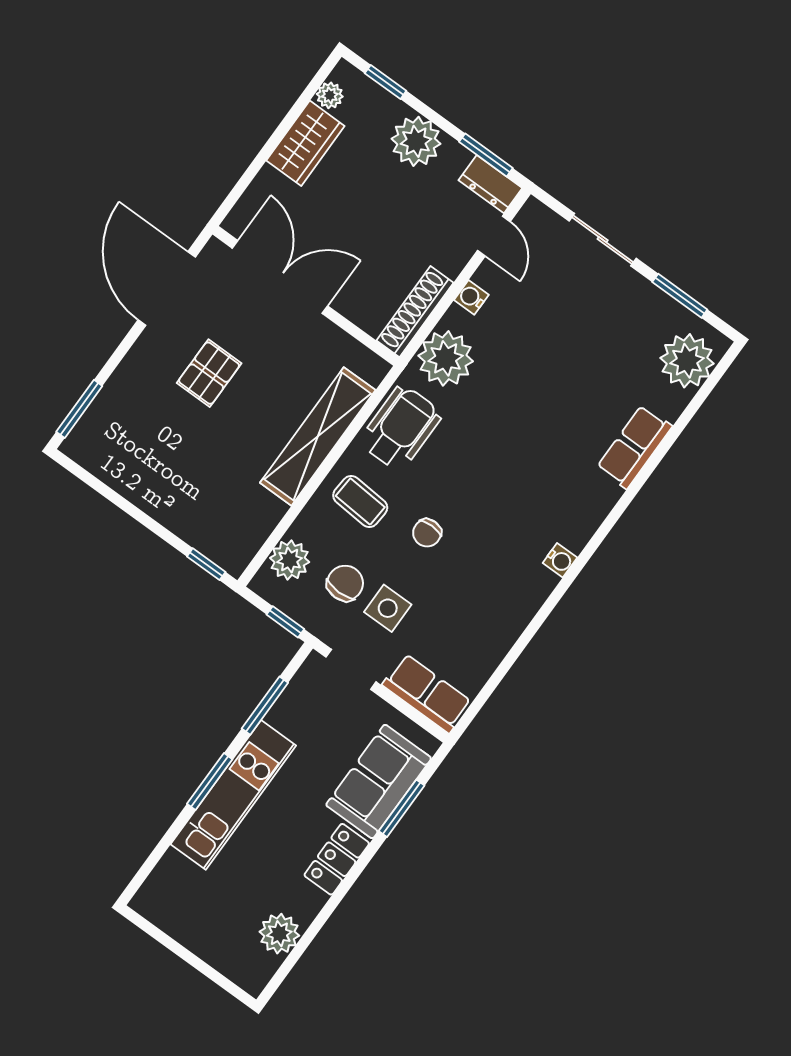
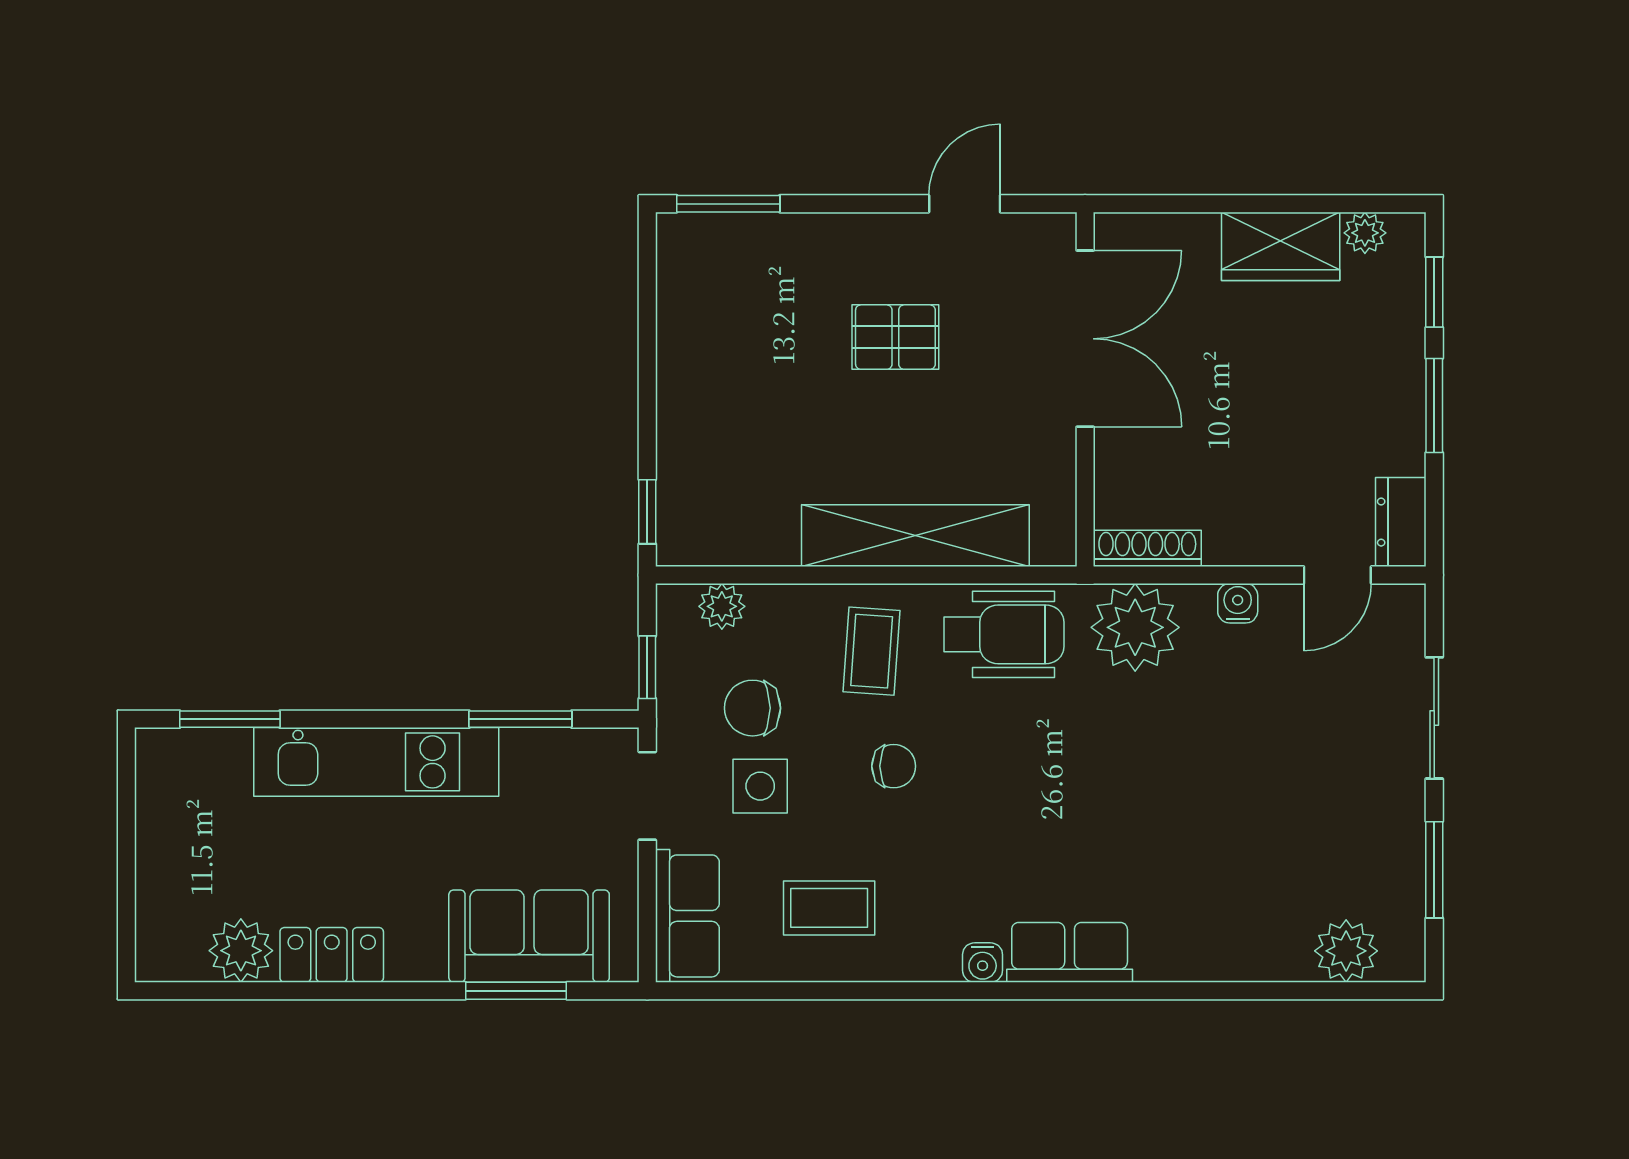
plant: (416, 141) -> (1386, 387), removed
window: (486, 155) -> (1434, 406), moved
door: (167, 289) -> (965, 204), width x0.53
shoe rack: (415, 312) -> (1147, 548), width x0.74, depth x0.81
plant: (687, 361) -> (1346, 951), width x0.73, depth x0.73
row of seats: (634, 447) -> (1070, 952), moved
chair: (427, 533) -> (894, 766), turned 180
plant: (290, 560) -> (722, 606), width x0.73, depth x0.73
chair: (345, 583) -> (753, 708), turned 180
coffee table: (475, 618) -> (829, 908), added
window: (210, 781) -> (230, 719), moved
locker: (337, 859) -> (332, 955), moved

